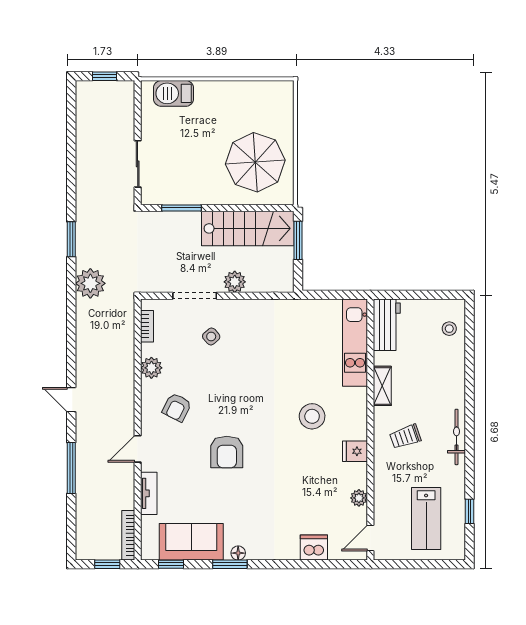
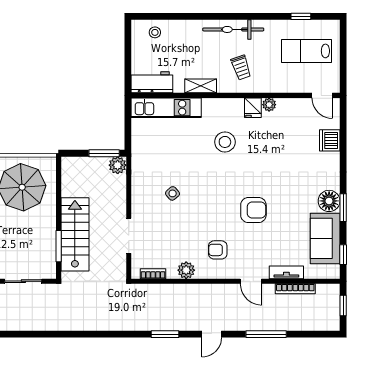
stairs: (248, 228) -> (75, 234), moved
window: (71, 239) -> (165, 334), moved
window: (298, 240) -> (104, 153), moved
plant: (235, 282) -> (118, 165), moved
plant: (90, 283) -> (119, 319), removed
side table: (211, 336) -> (173, 193), moved
armchair: (177, 407) -> (218, 250), turned 153
bicycle: (457, 437) -> (233, 29), width x1.37, depth x1.40
plant: (359, 498) -> (269, 105), moved
lab bench: (426, 519) -> (307, 51), turned 180
bookcase: (128, 535) -> (295, 289), moved
floor lamp: (238, 553) -> (329, 201), width x1.89, depth x1.89

